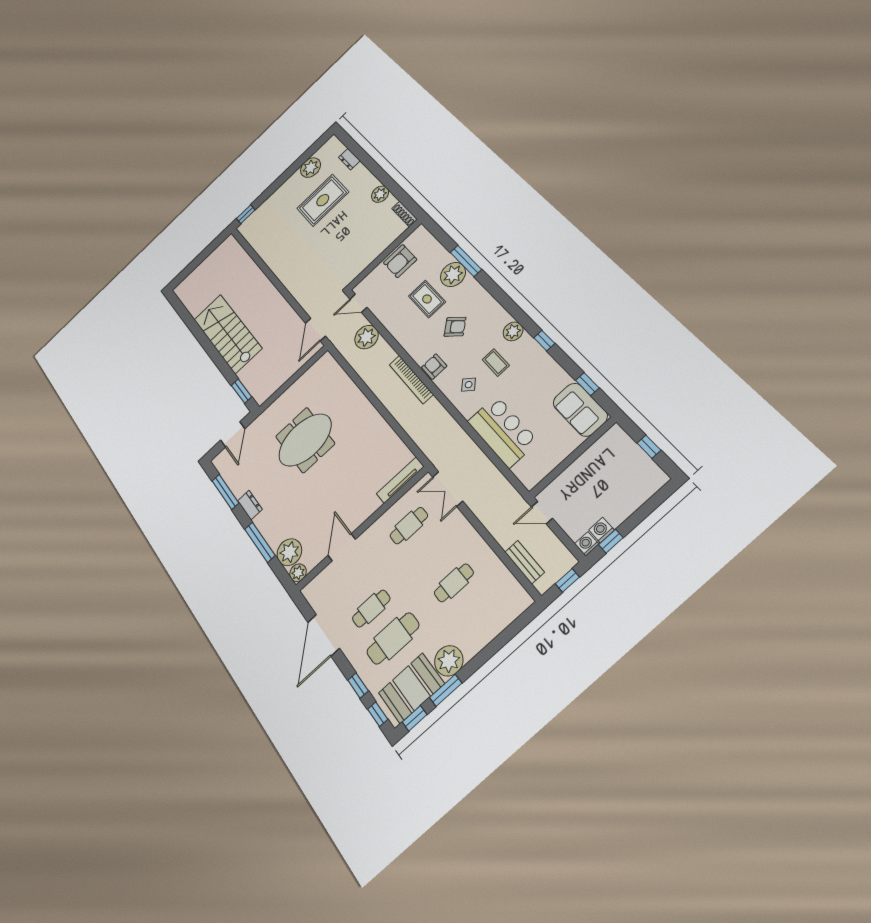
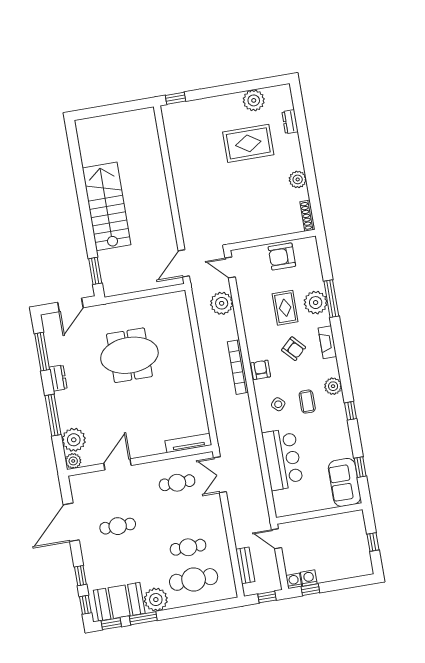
fireplace: (484, 298) -> (327, 342), added
cafe table: (393, 638) -> (194, 579), moved

